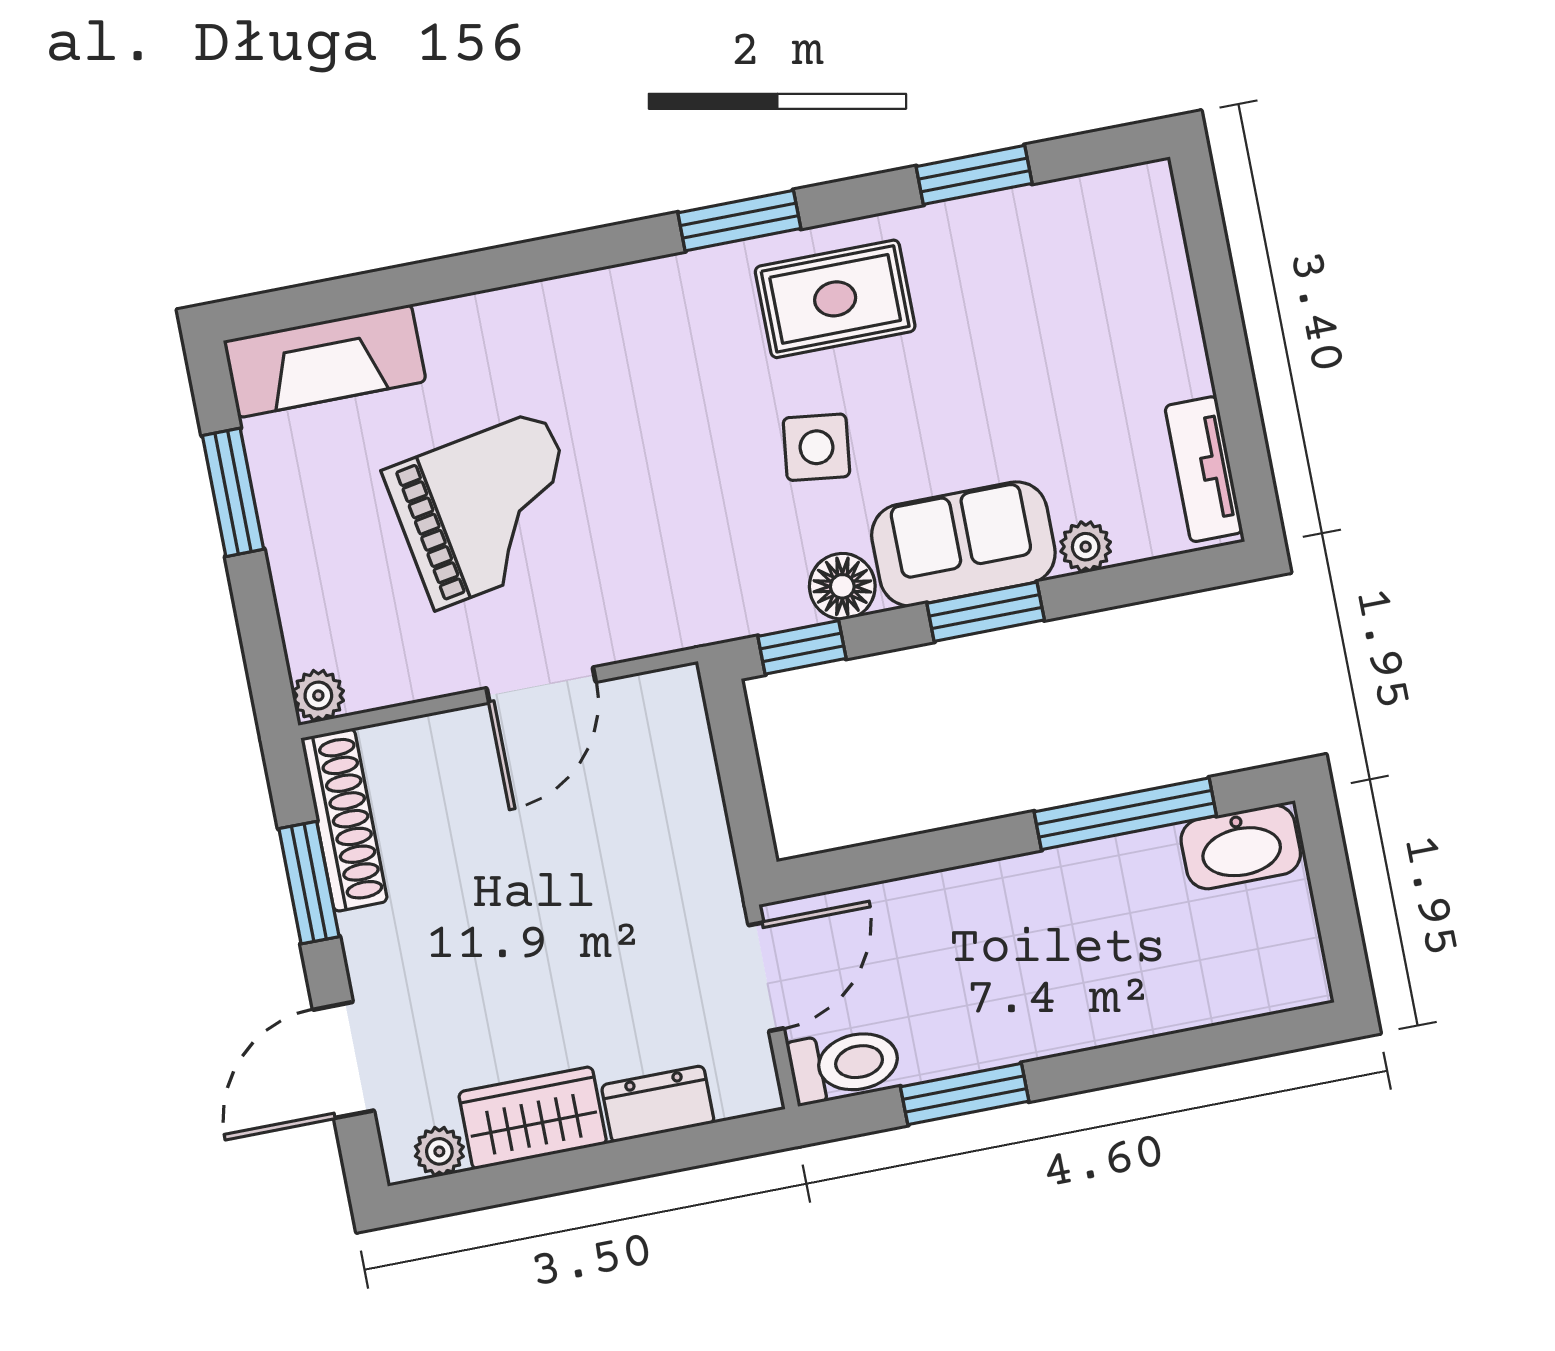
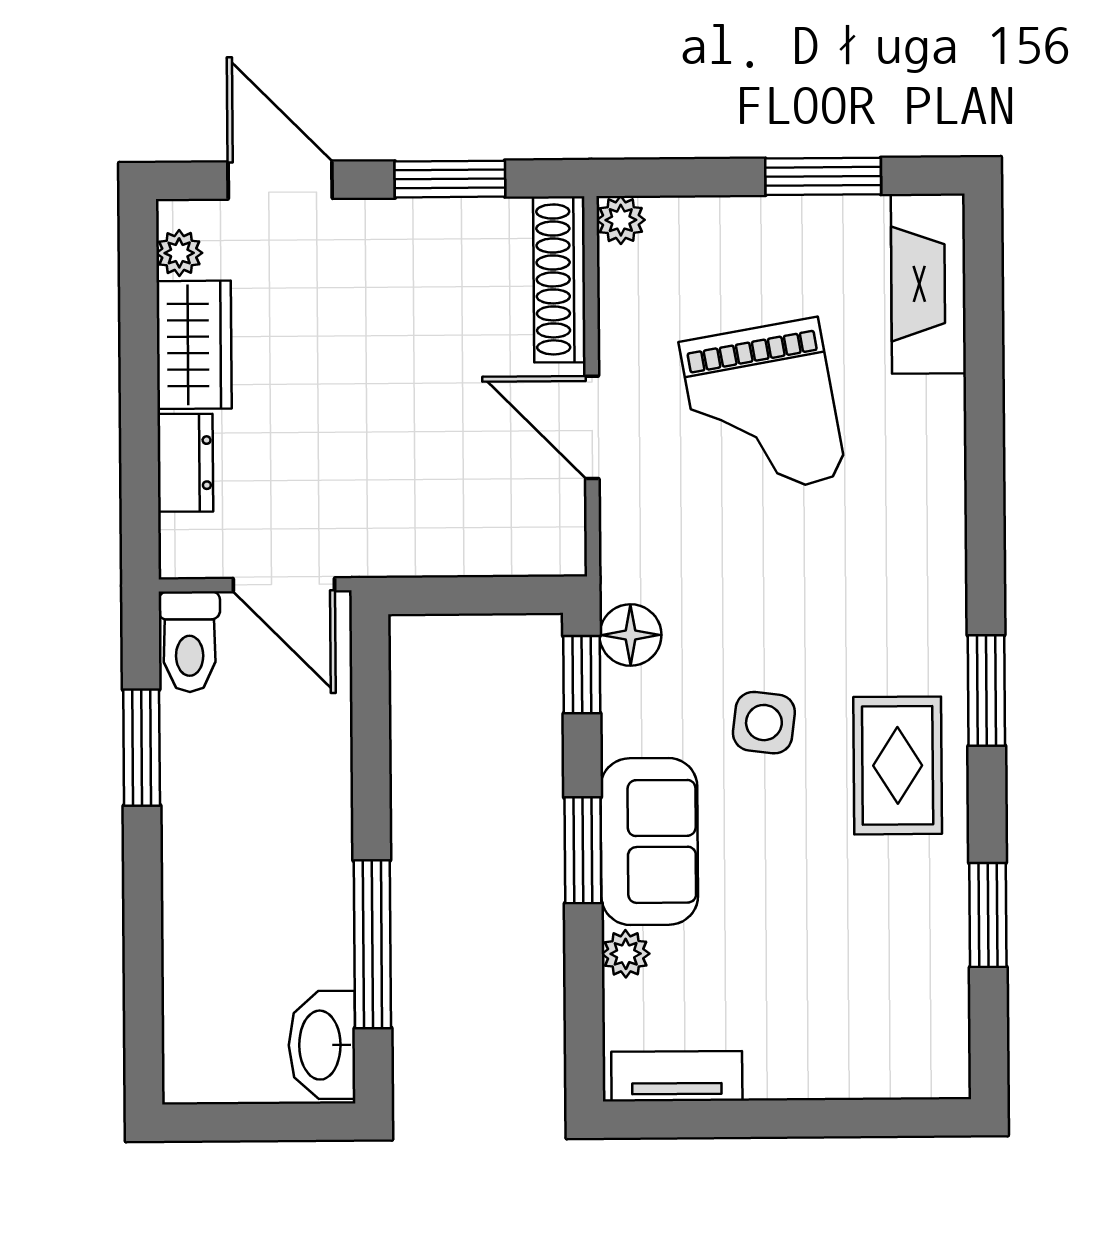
floor lamp: (842, 586) -> (630, 635), moved
shoe rack: (344, 820) -> (559, 279), moved, turned 90

